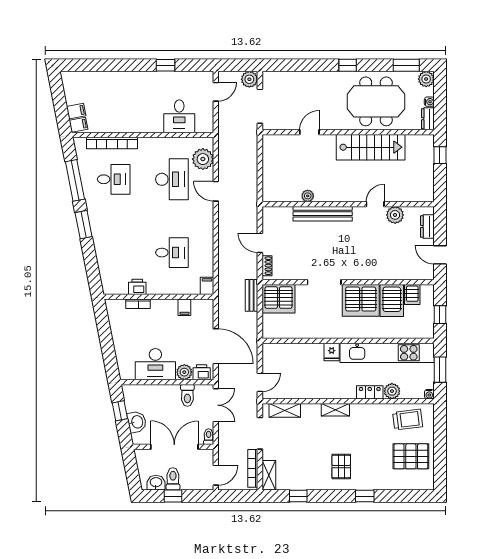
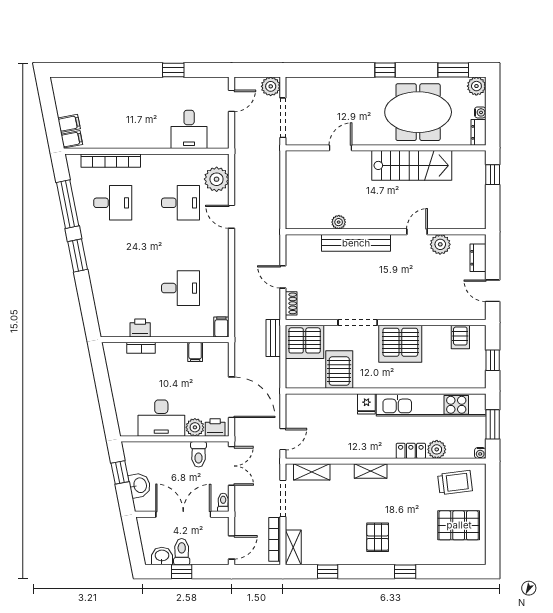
desk: (172, 179) -> (180, 203), width x0.73
server rack: (392, 301) -> (339, 370), moved, turned 180

